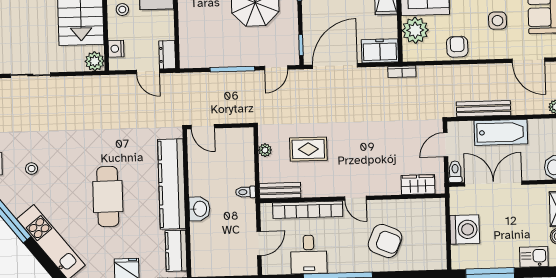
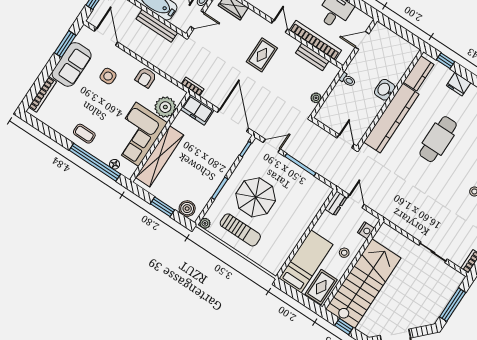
plant: (95, 61) -> (385, 232), removed
door: (335, 66) -> (233, 120), swing flipped
rug: (308, 149) -> (262, 55), moved, turned 90
bench: (280, 191) -> (312, 57), moved

